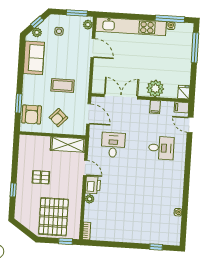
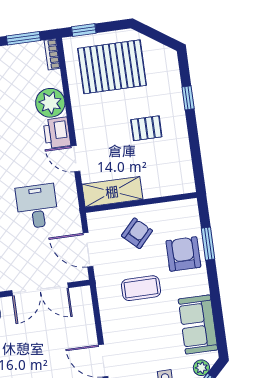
armchair: (32, 114) -> (183, 254), moved
desk: (113, 145) -> (37, 206), turned 180
plant: (90, 199) -> (50, 103), width x1.88, depth x1.88
pallet: (53, 217) -> (112, 67), turned 90
window: (101, 244) -> (23, 38), added

